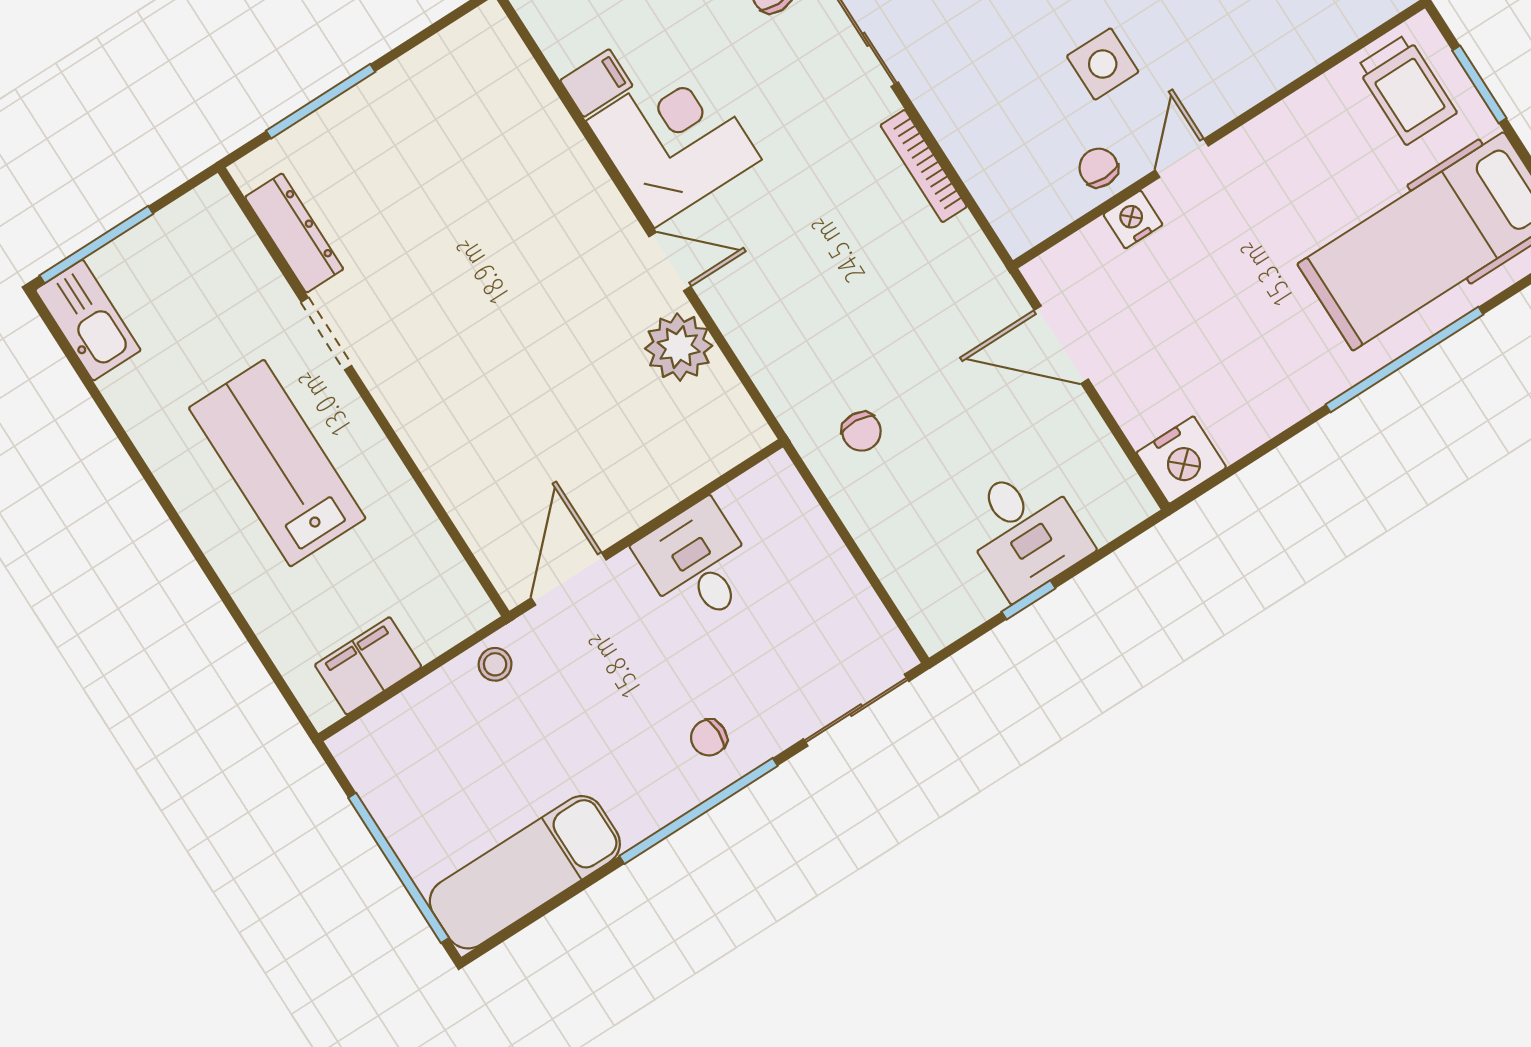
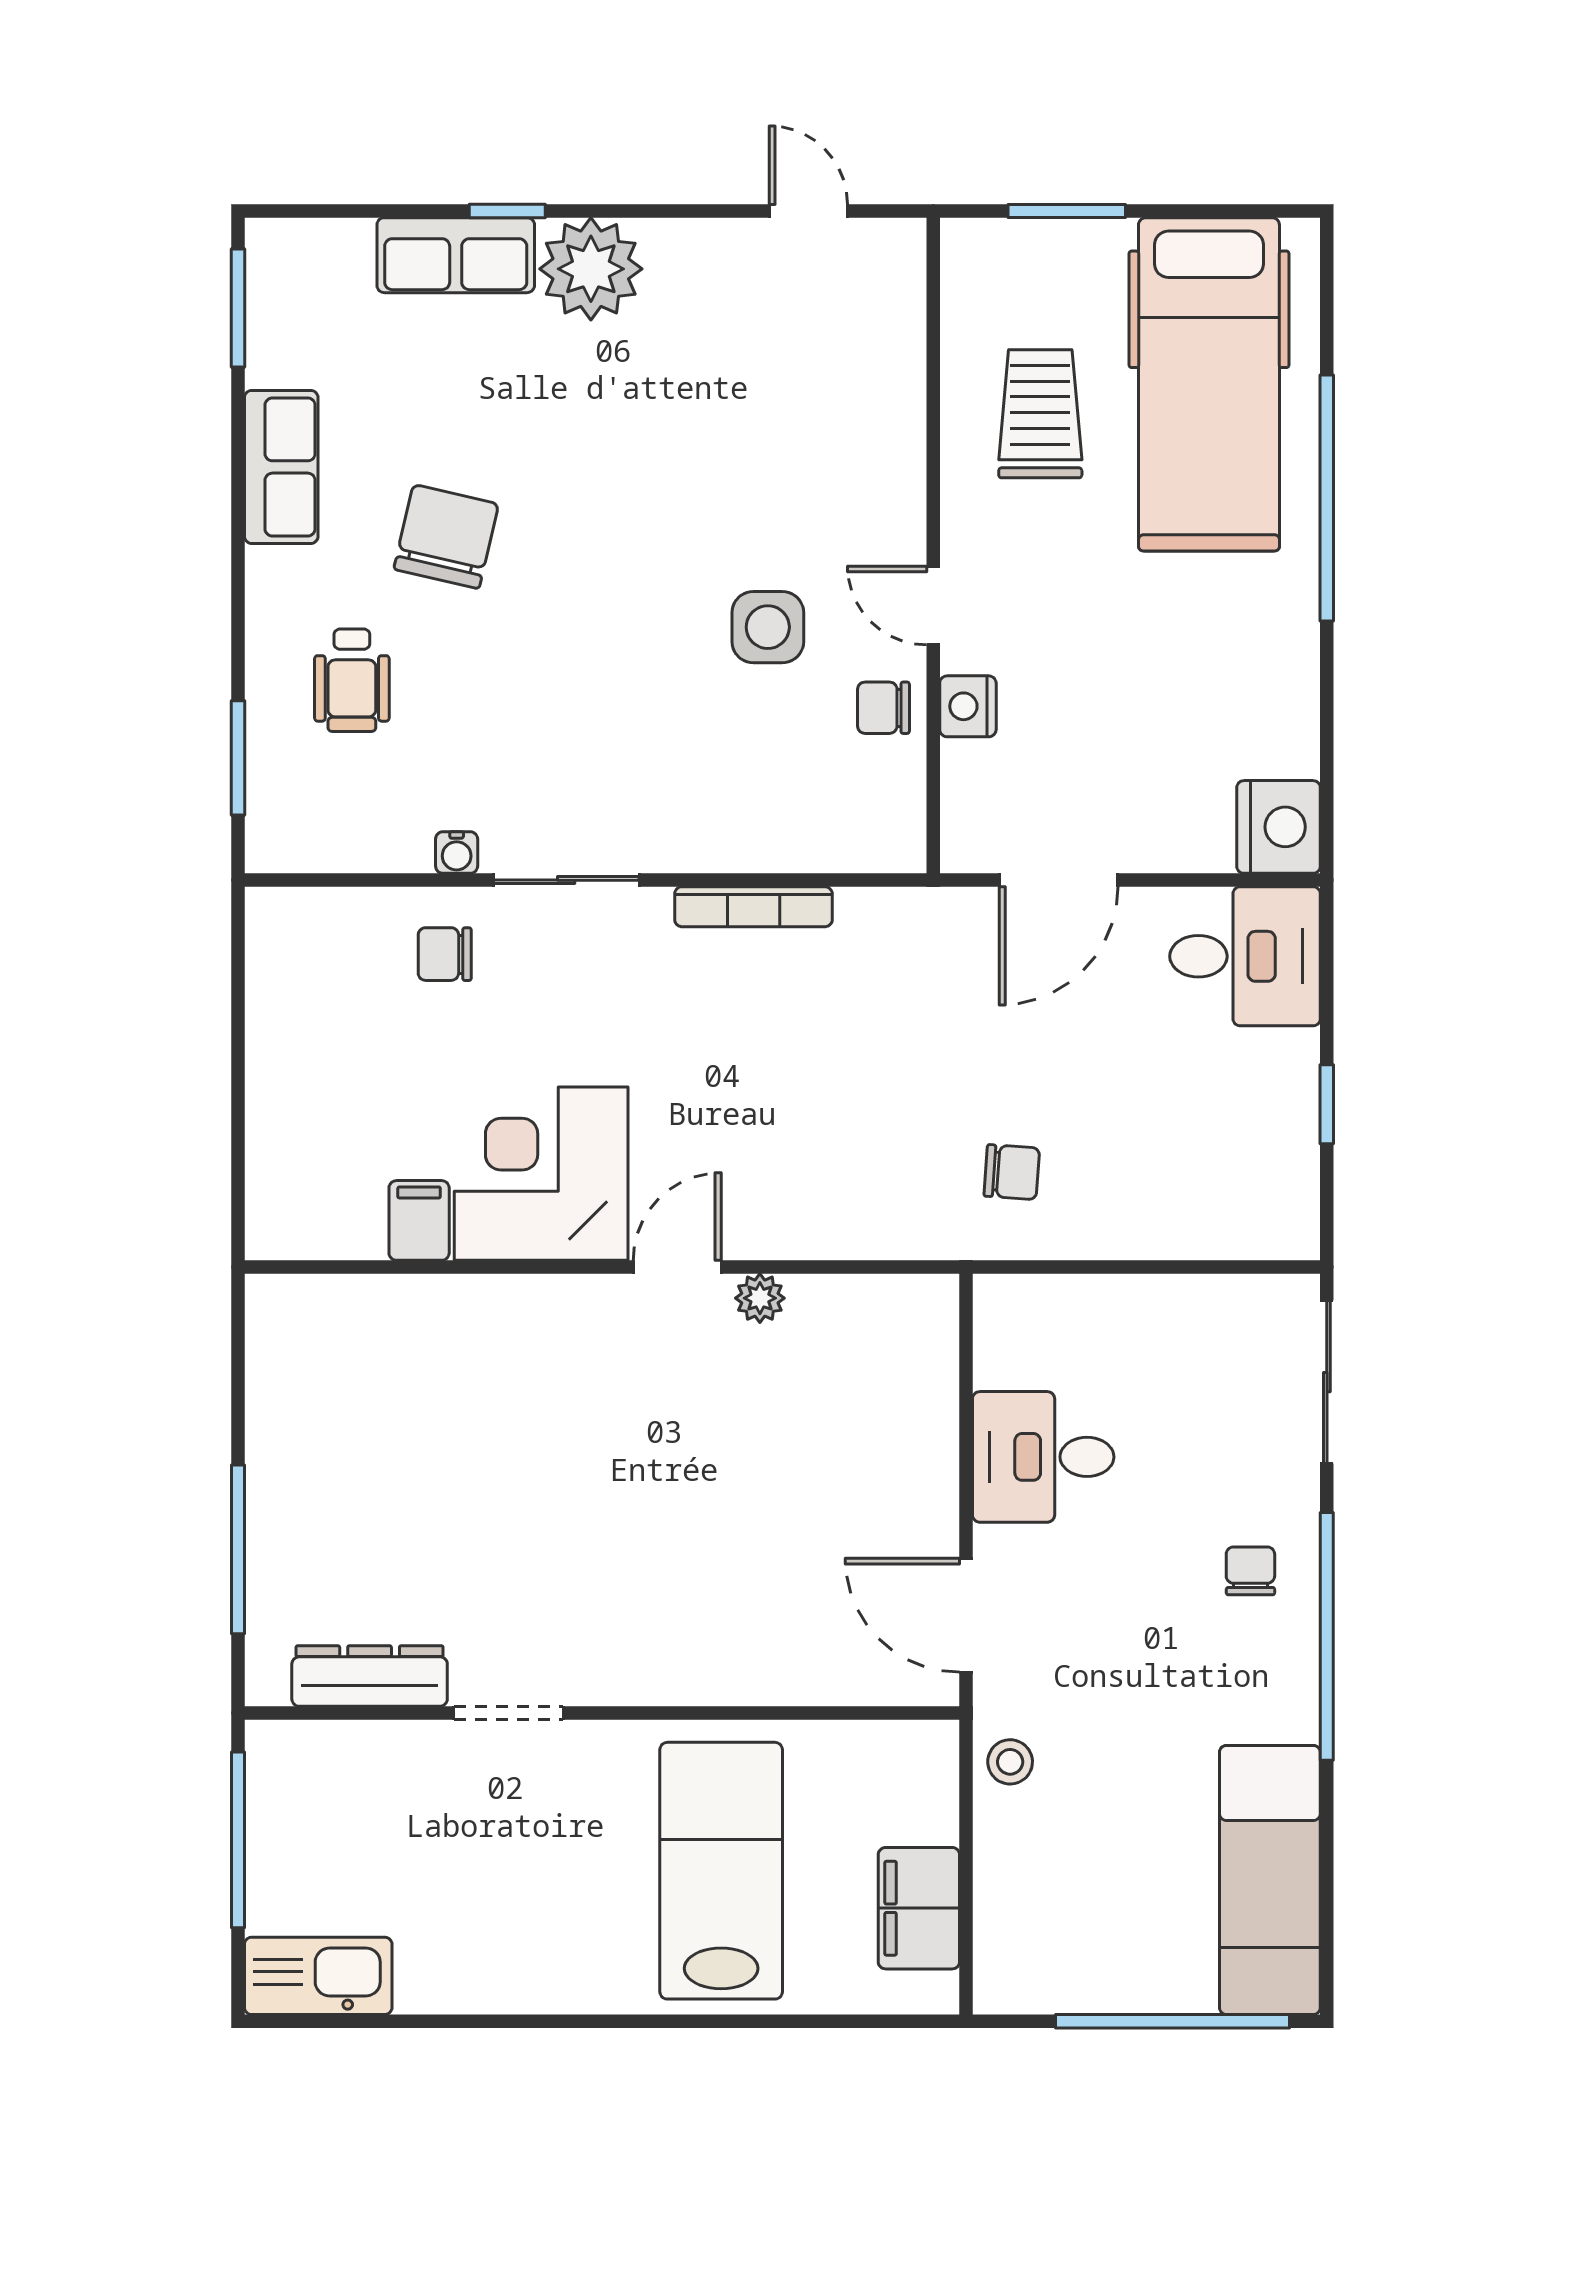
trolley: (1406, 89) -> (1040, 414), moved, turned -90
window: (96, 245) -> (238, 1840), moved
plant: (679, 347) -> (760, 1298), width x0.53, depth x0.53
lab bench: (277, 463) -> (721, 1871), moved, turned 90
desk: (1025, 531) -> (1245, 956), moved
chair: (709, 738) -> (1250, 1571), turned 180

